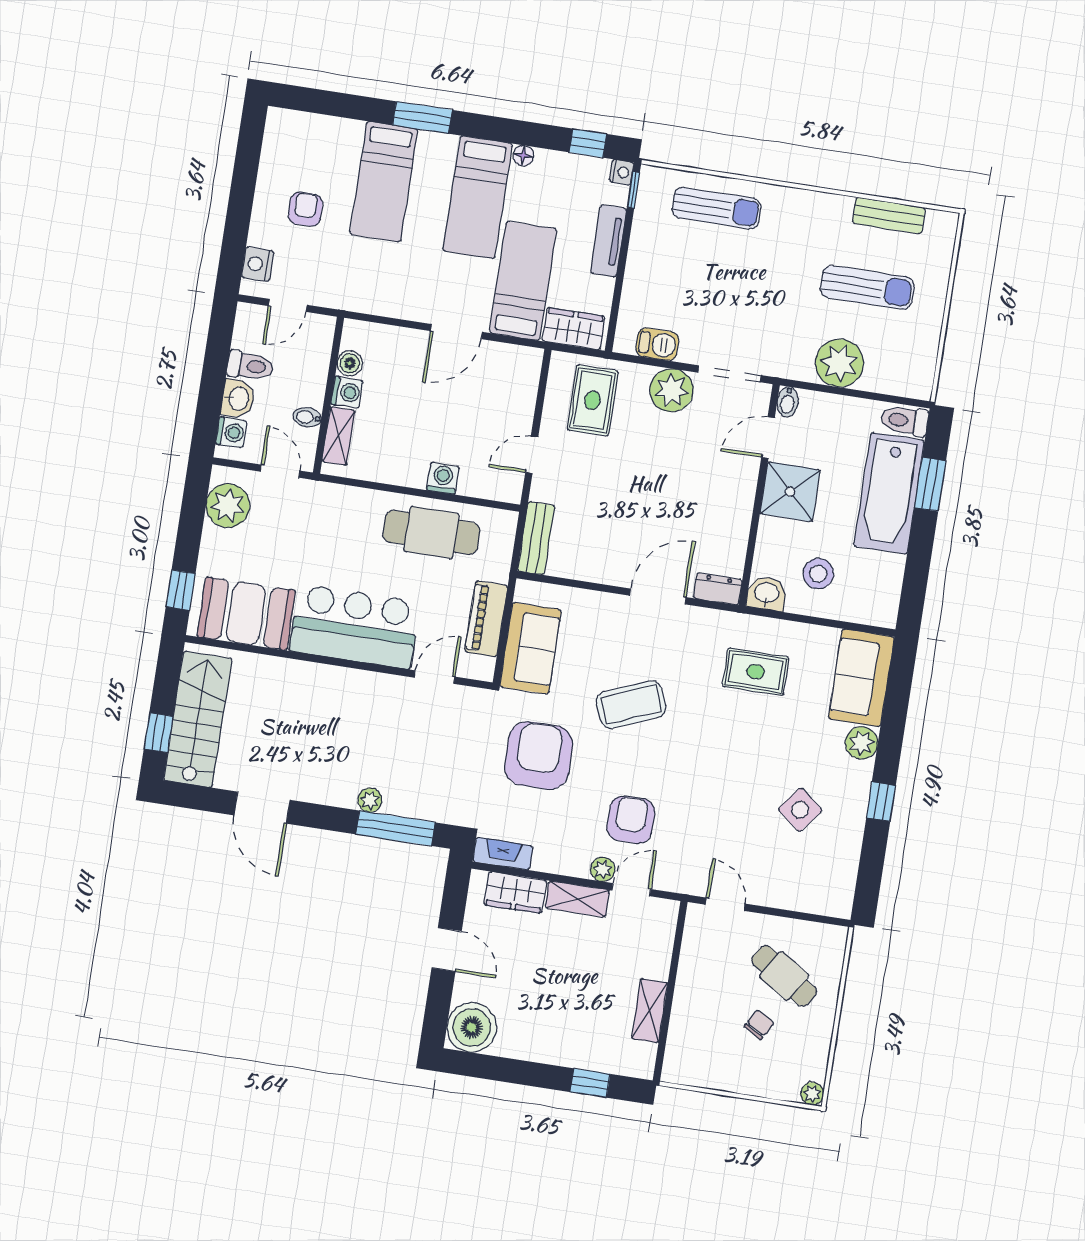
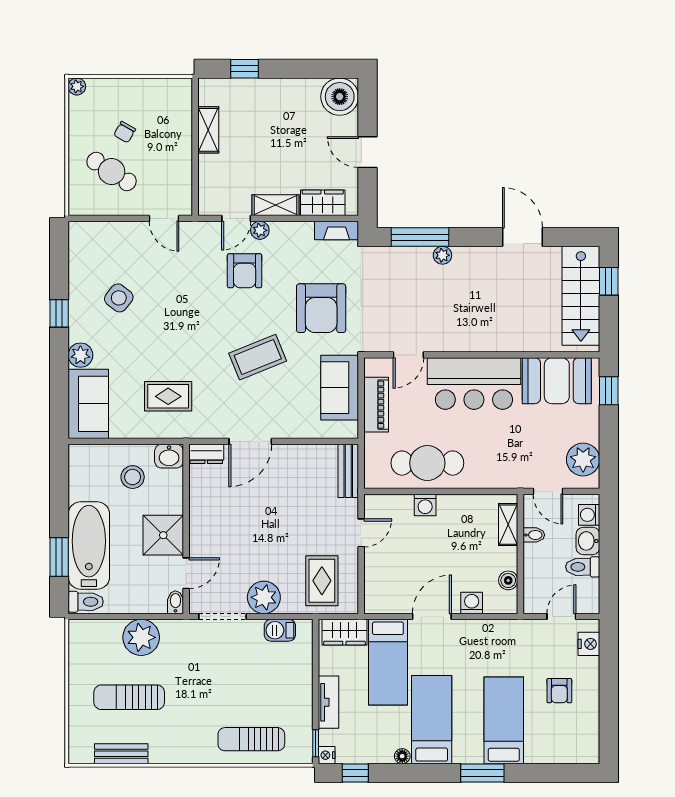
washing machine: (347, 392) -> (472, 603), moved, turned 90

